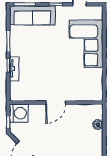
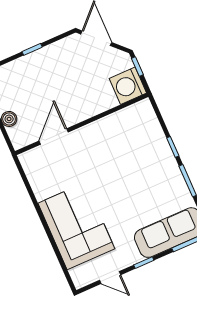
tv unit: (14, 69) -> (162, 146), removed
door: (56, 103) -> (54, 136), moved

